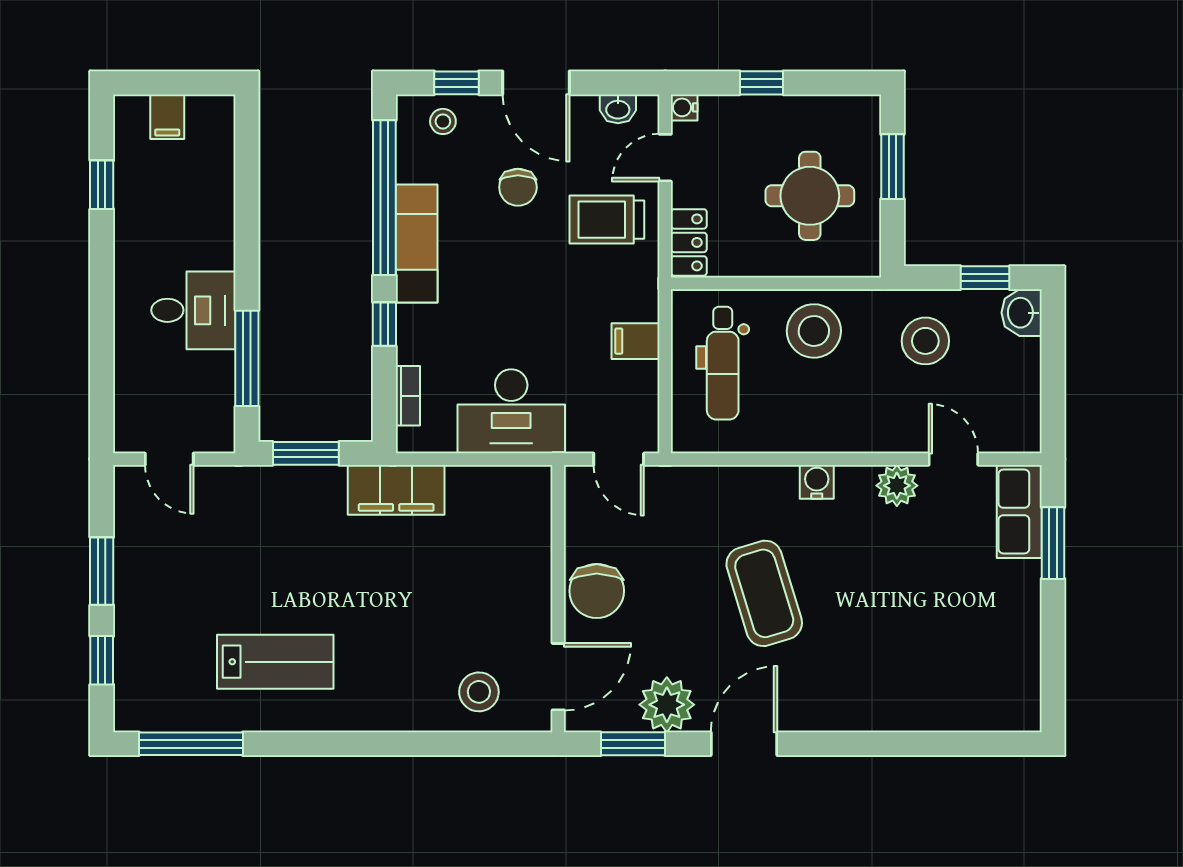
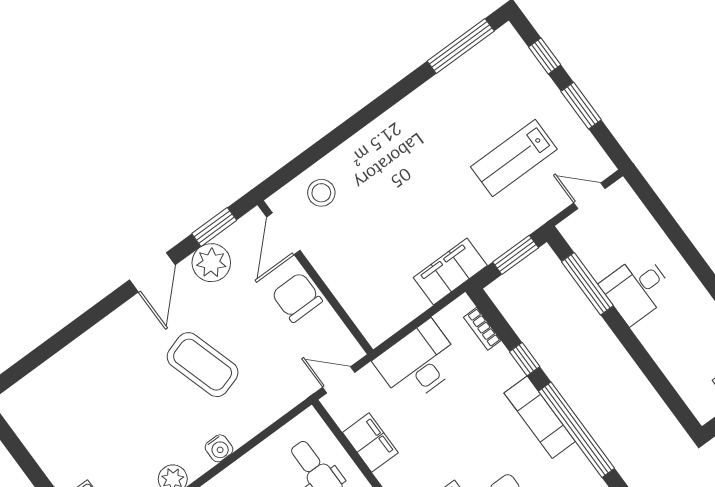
filing cabinet: (636, 341) -> (370, 443), width x2.00
lab bench: (275, 662) -> (514, 158), moved

